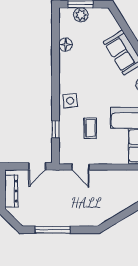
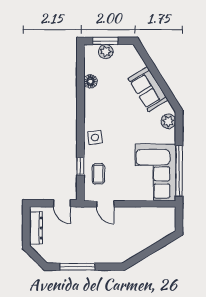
coffee table: (90, 128) -> (98, 174), moved
door: (37, 166) -> (62, 203), hinge flipped

